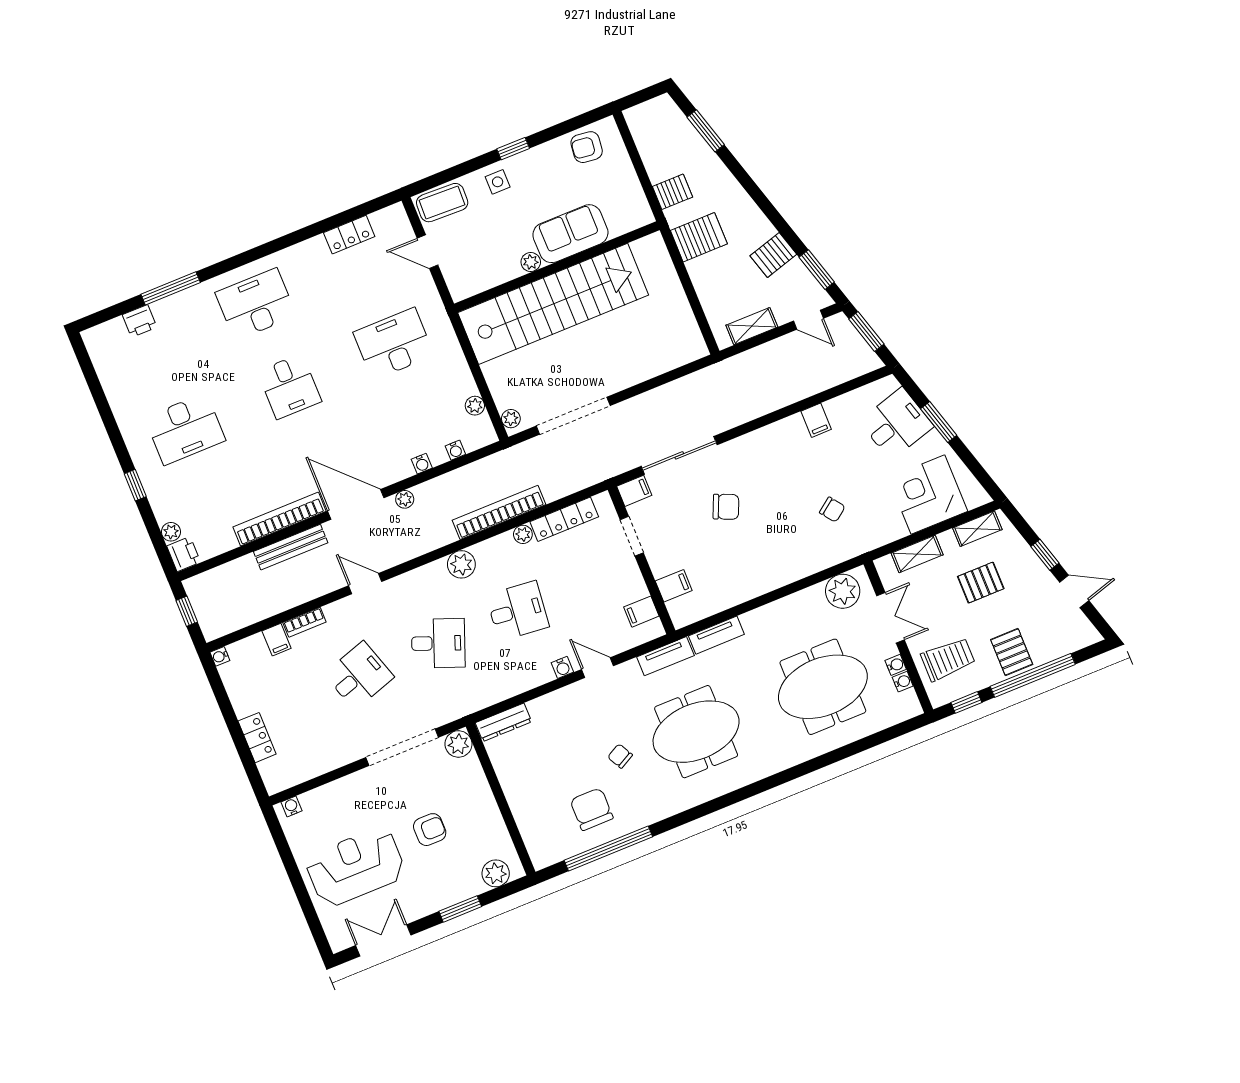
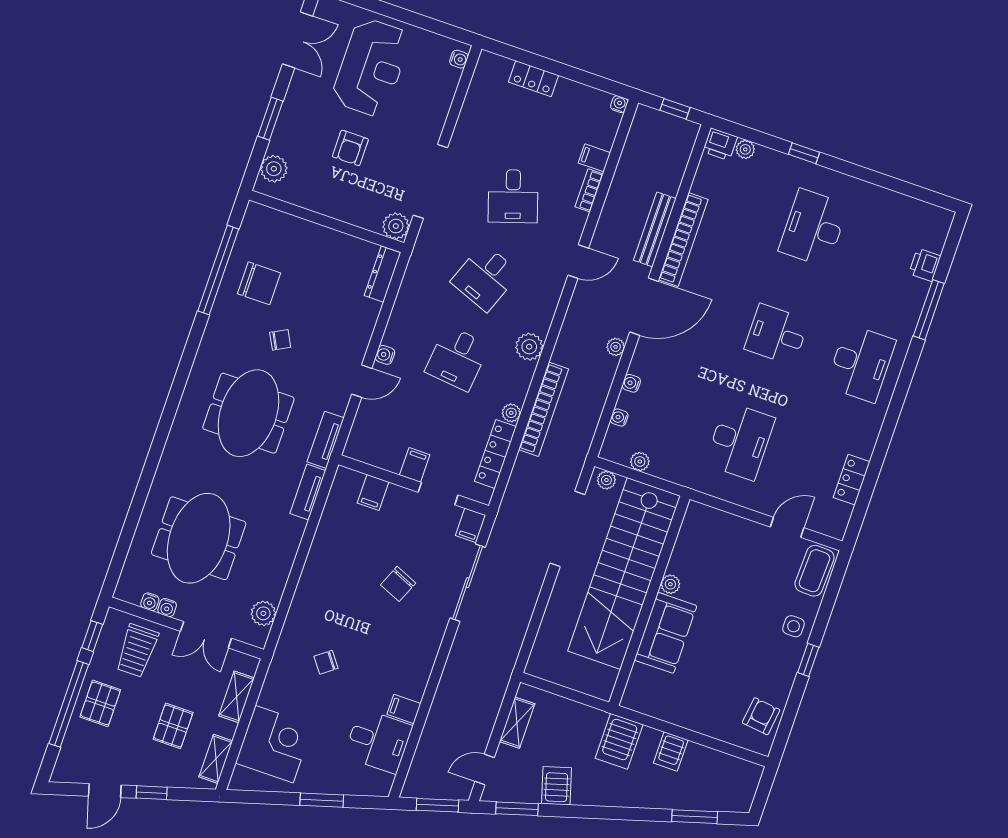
sofa: (570, 234) -> (666, 633), moved
plant: (531, 262) -> (670, 584), moved
wall: (557, 267) -> (649, 601), moved
stairs: (553, 304) -> (624, 574), moved
desk: (896, 424) -> (378, 741), moved, turned -74
plant: (843, 591) -> (263, 613), width x0.73, depth x0.73
filing cabinet: (641, 612) -> (415, 465), moved
pallet: (1012, 652) -> (100, 703), turned 90

